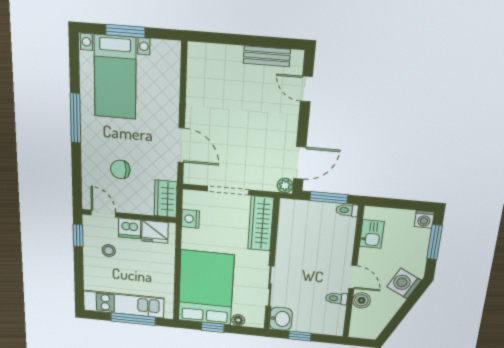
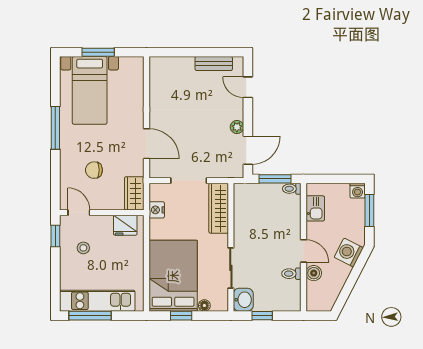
plant: (285, 186) -> (237, 127), moved
dishwasher: (130, 228) -> (102, 224), removed
window: (133, 319) -> (90, 316), moved

